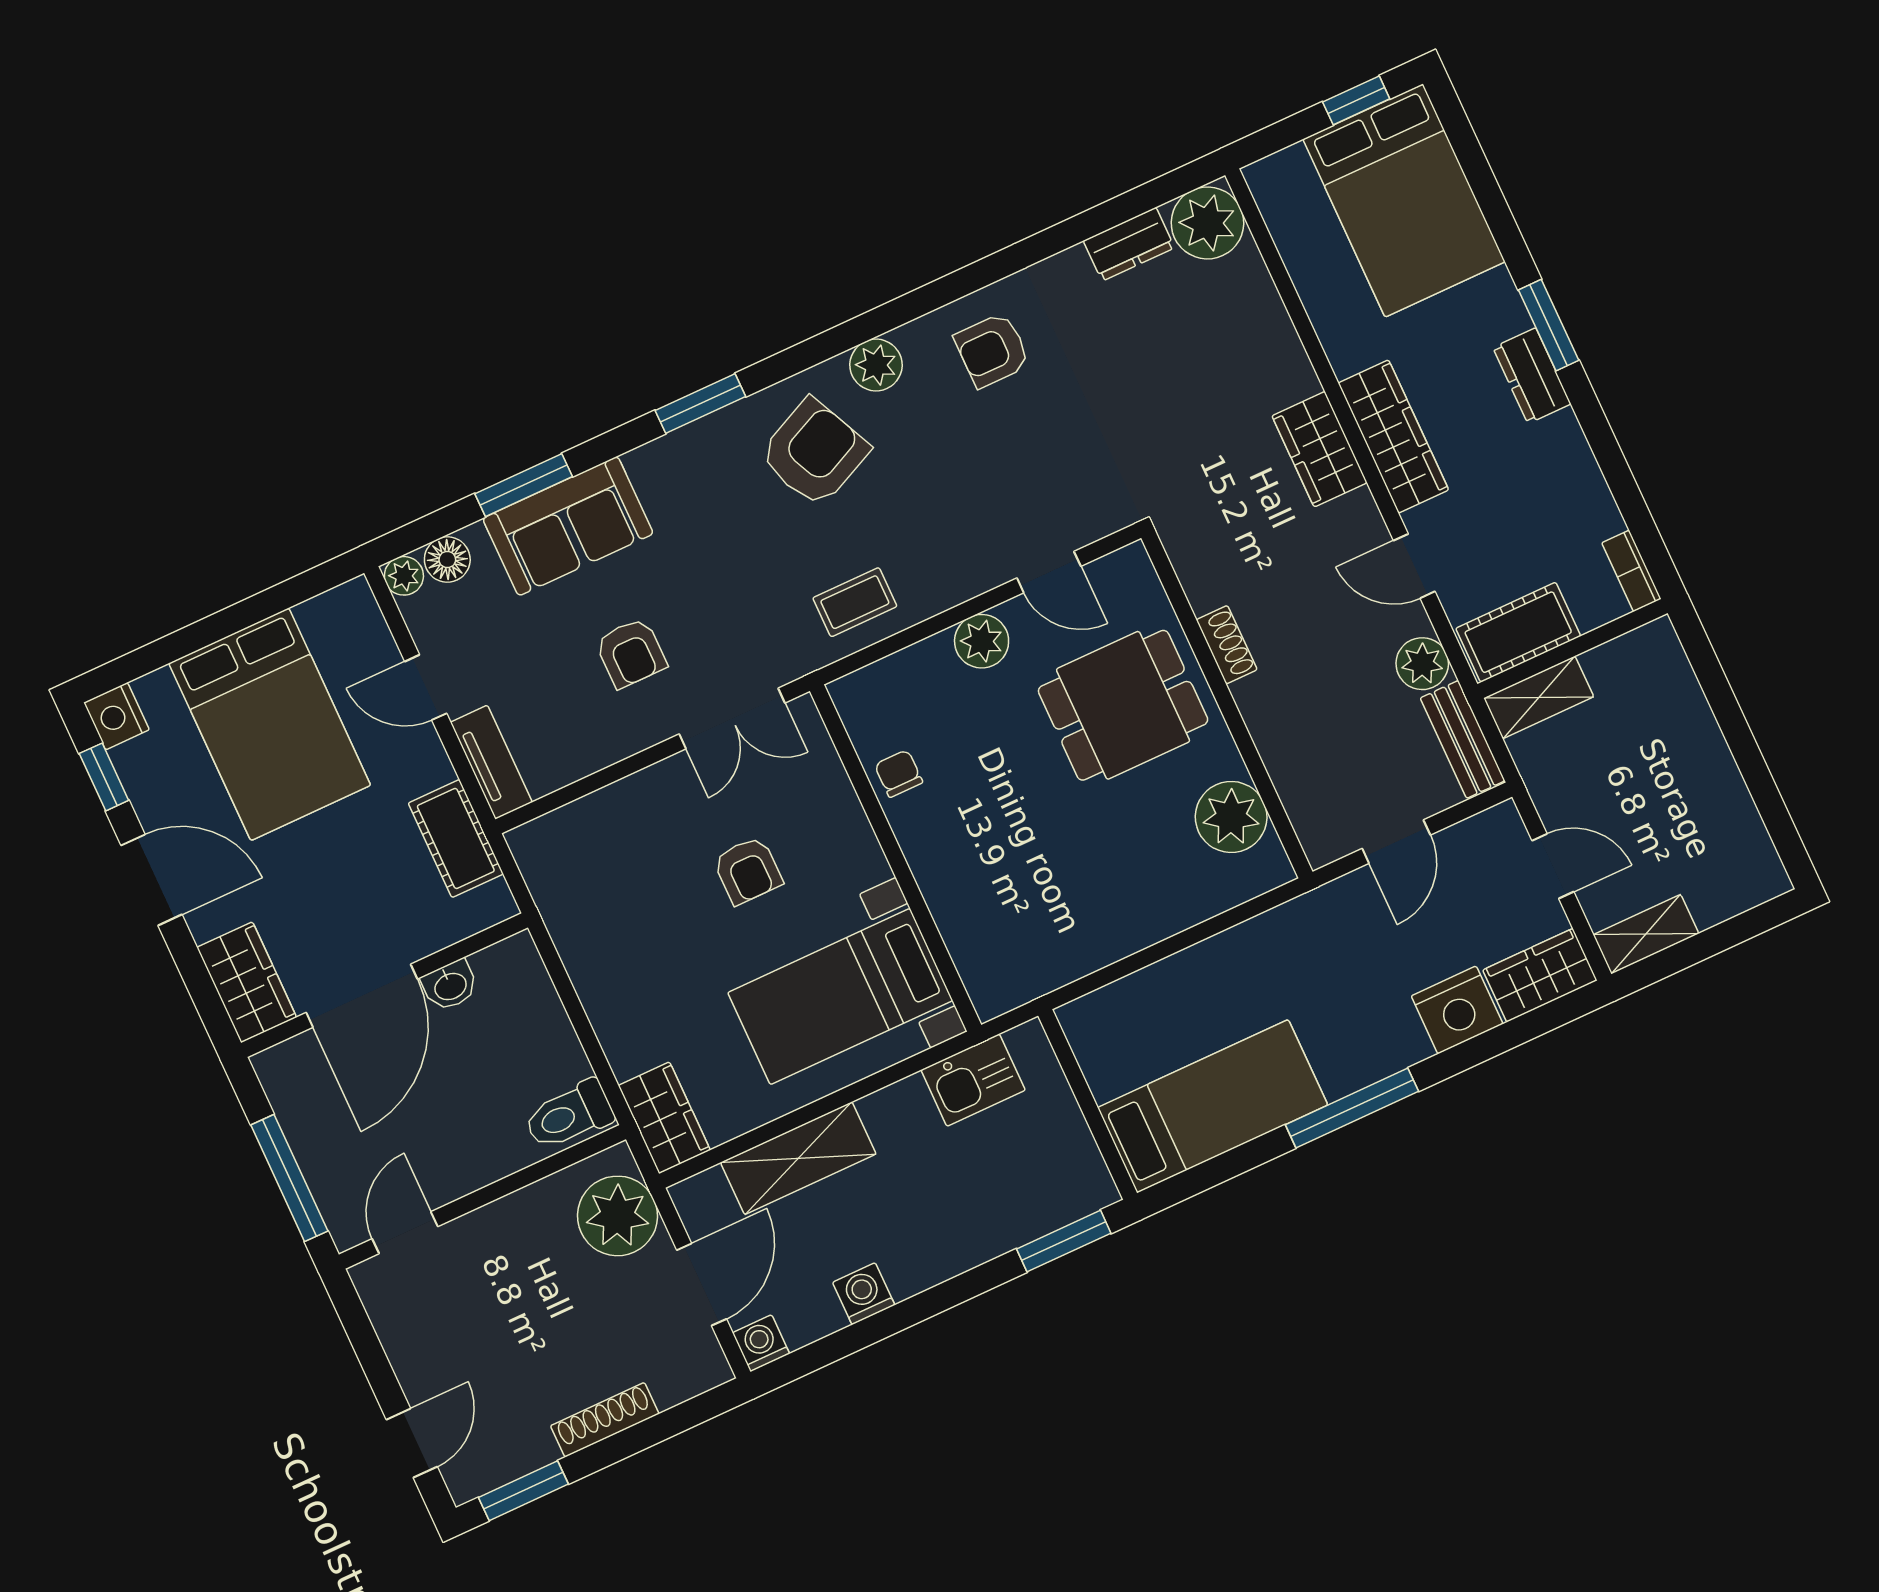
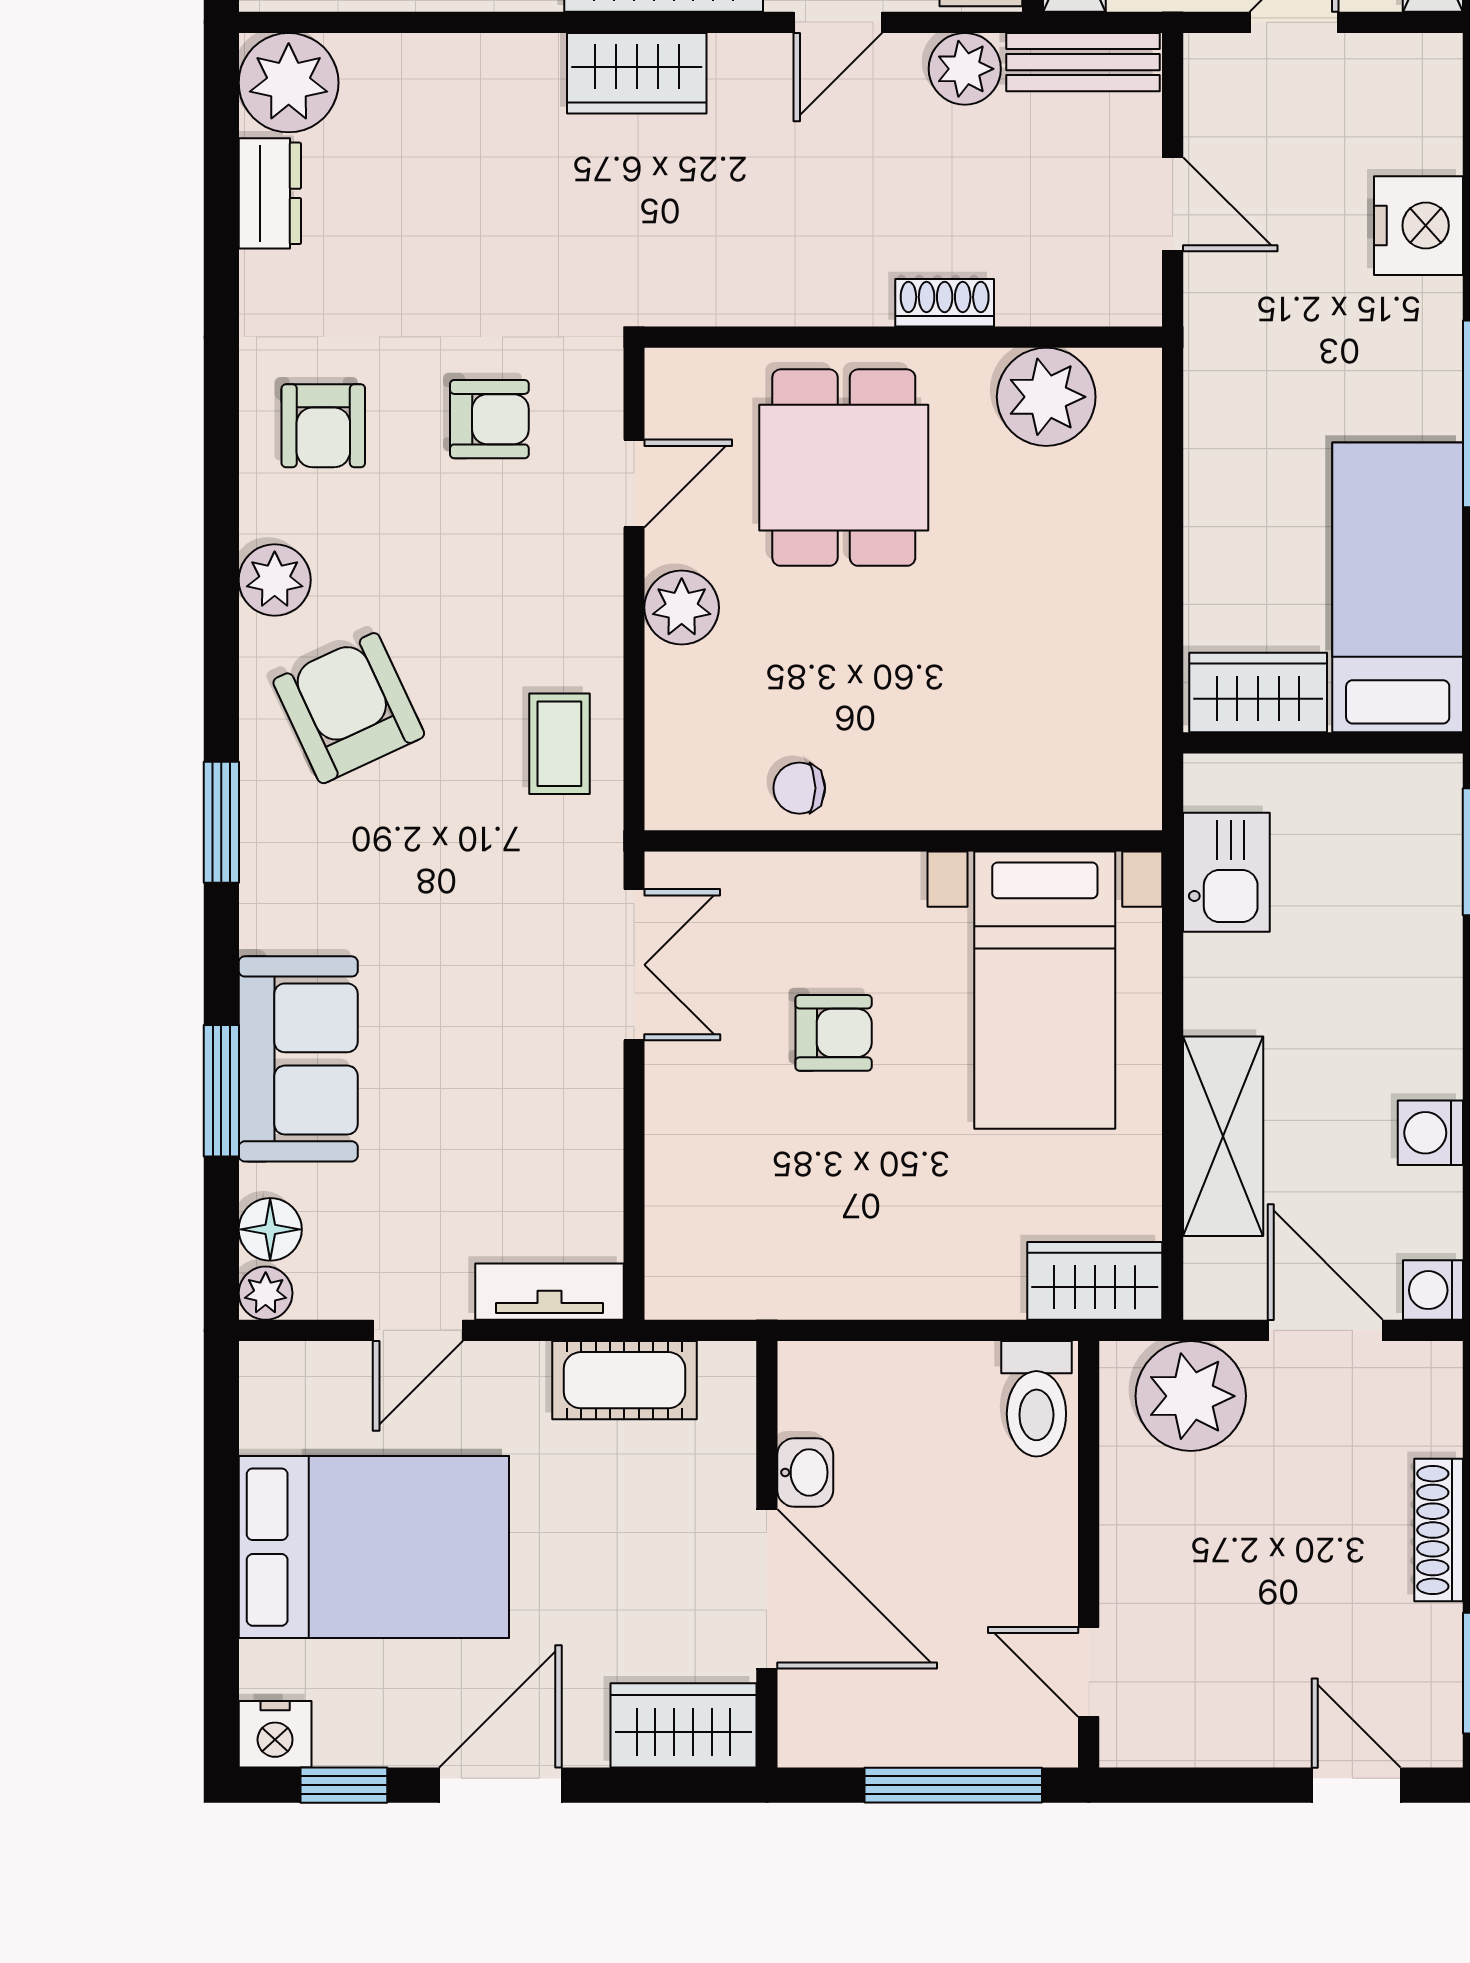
shoe rack: (1227, 645) -> (945, 303), moved
armchair: (631, 653) -> (489, 419), moved
wardrobe: (1540, 975) -> (1258, 692), moved, turned 90

